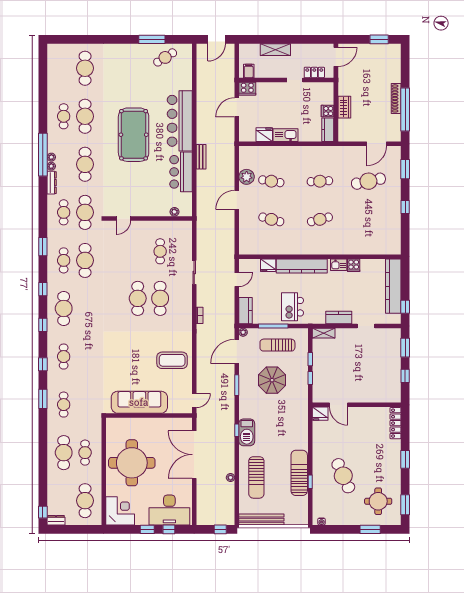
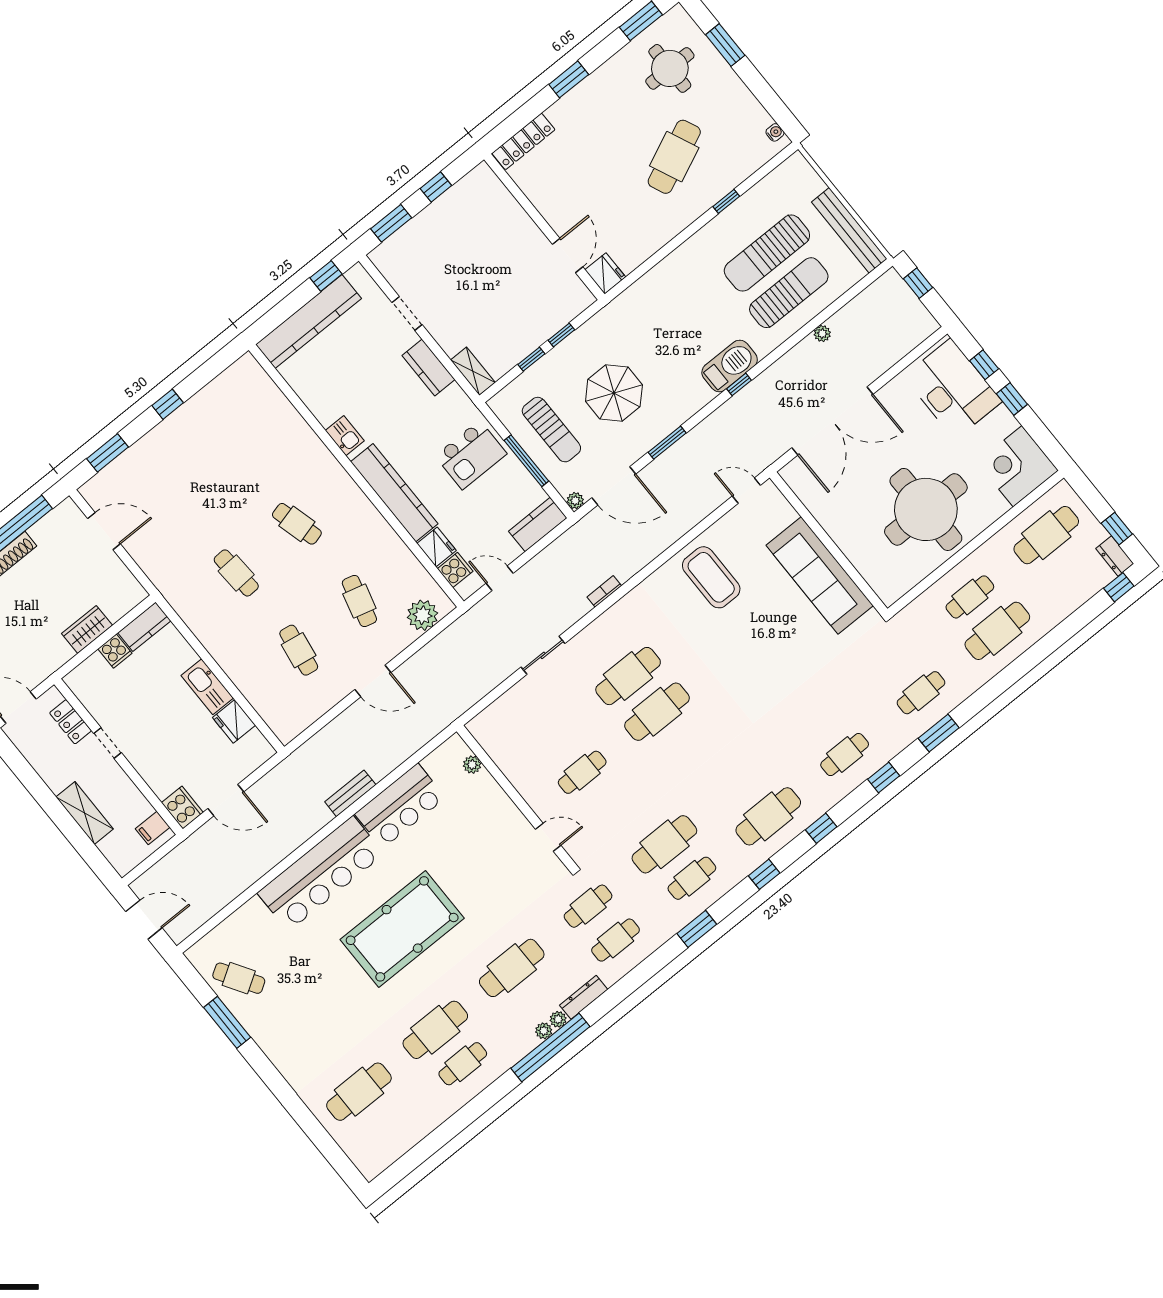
plant: (247, 177) -> (423, 615), moved
cafe table: (368, 181) -> (174, 496), removed
cafe table: (85, 212) -> (588, 906), width x0.73, depth x0.74
cafe table: (160, 251) -> (582, 772), moved
cooker: (354, 265) -> (455, 570), moved
sun lounger: (299, 473) -> (767, 253), moved
window: (66, 529) -> (1117, 529), added

